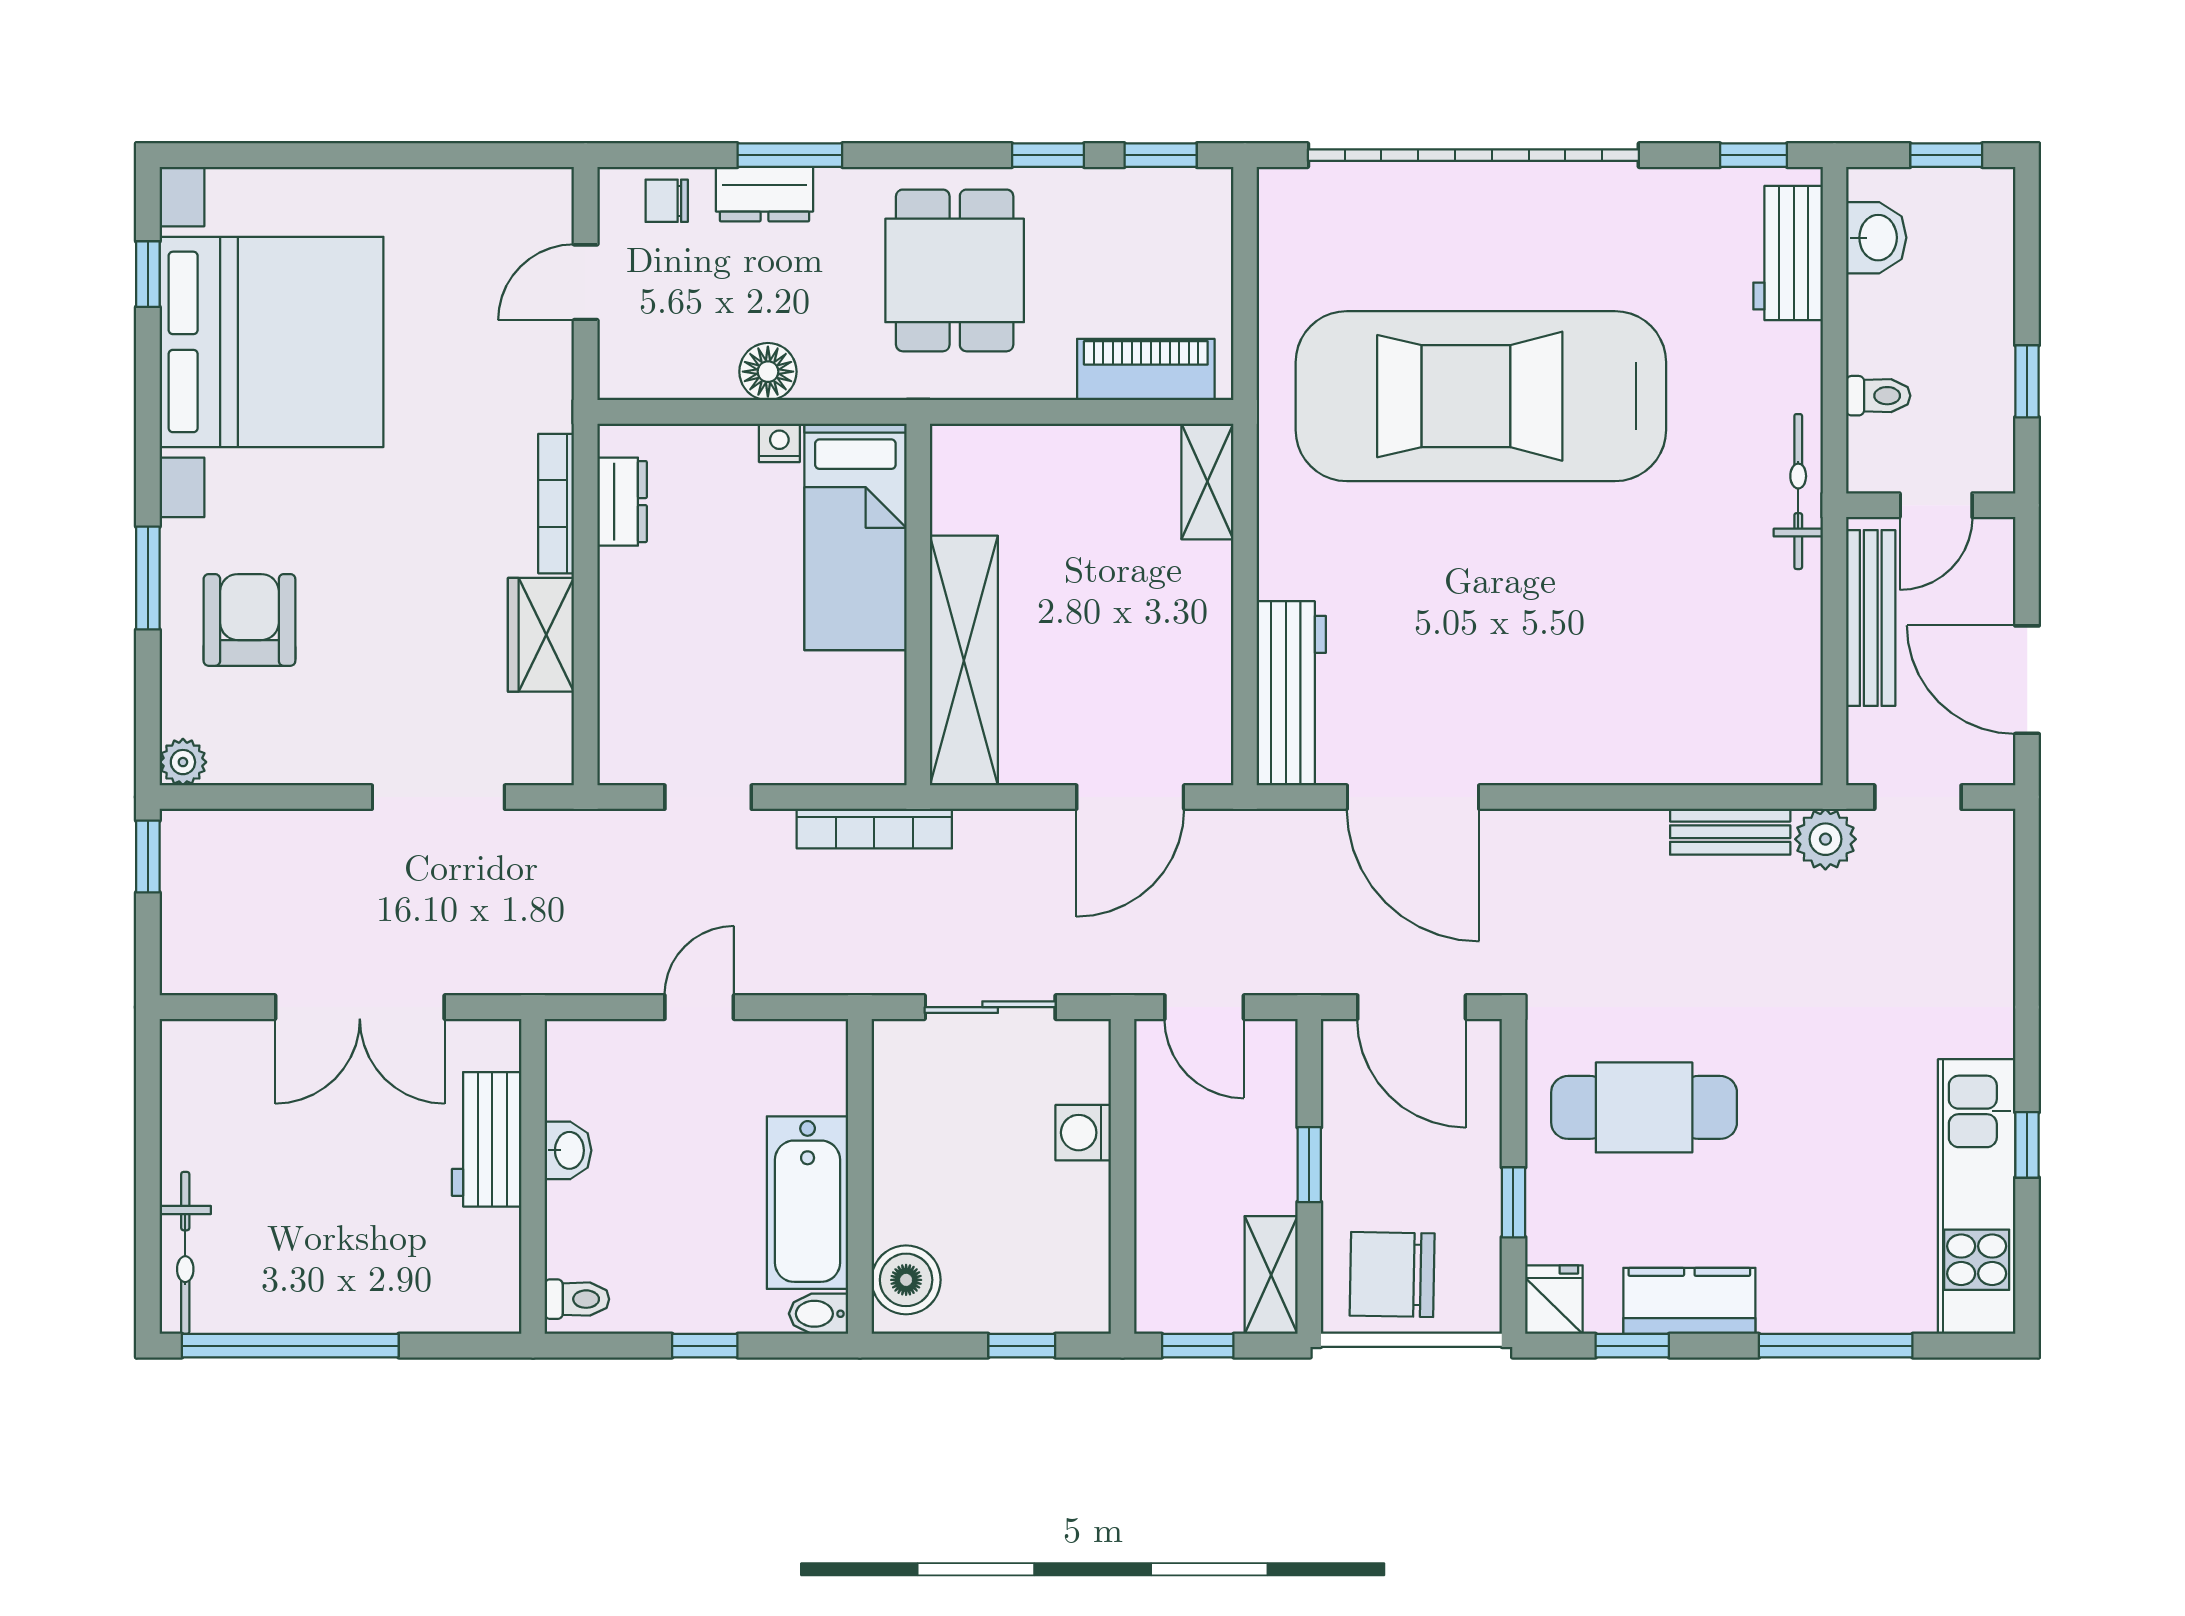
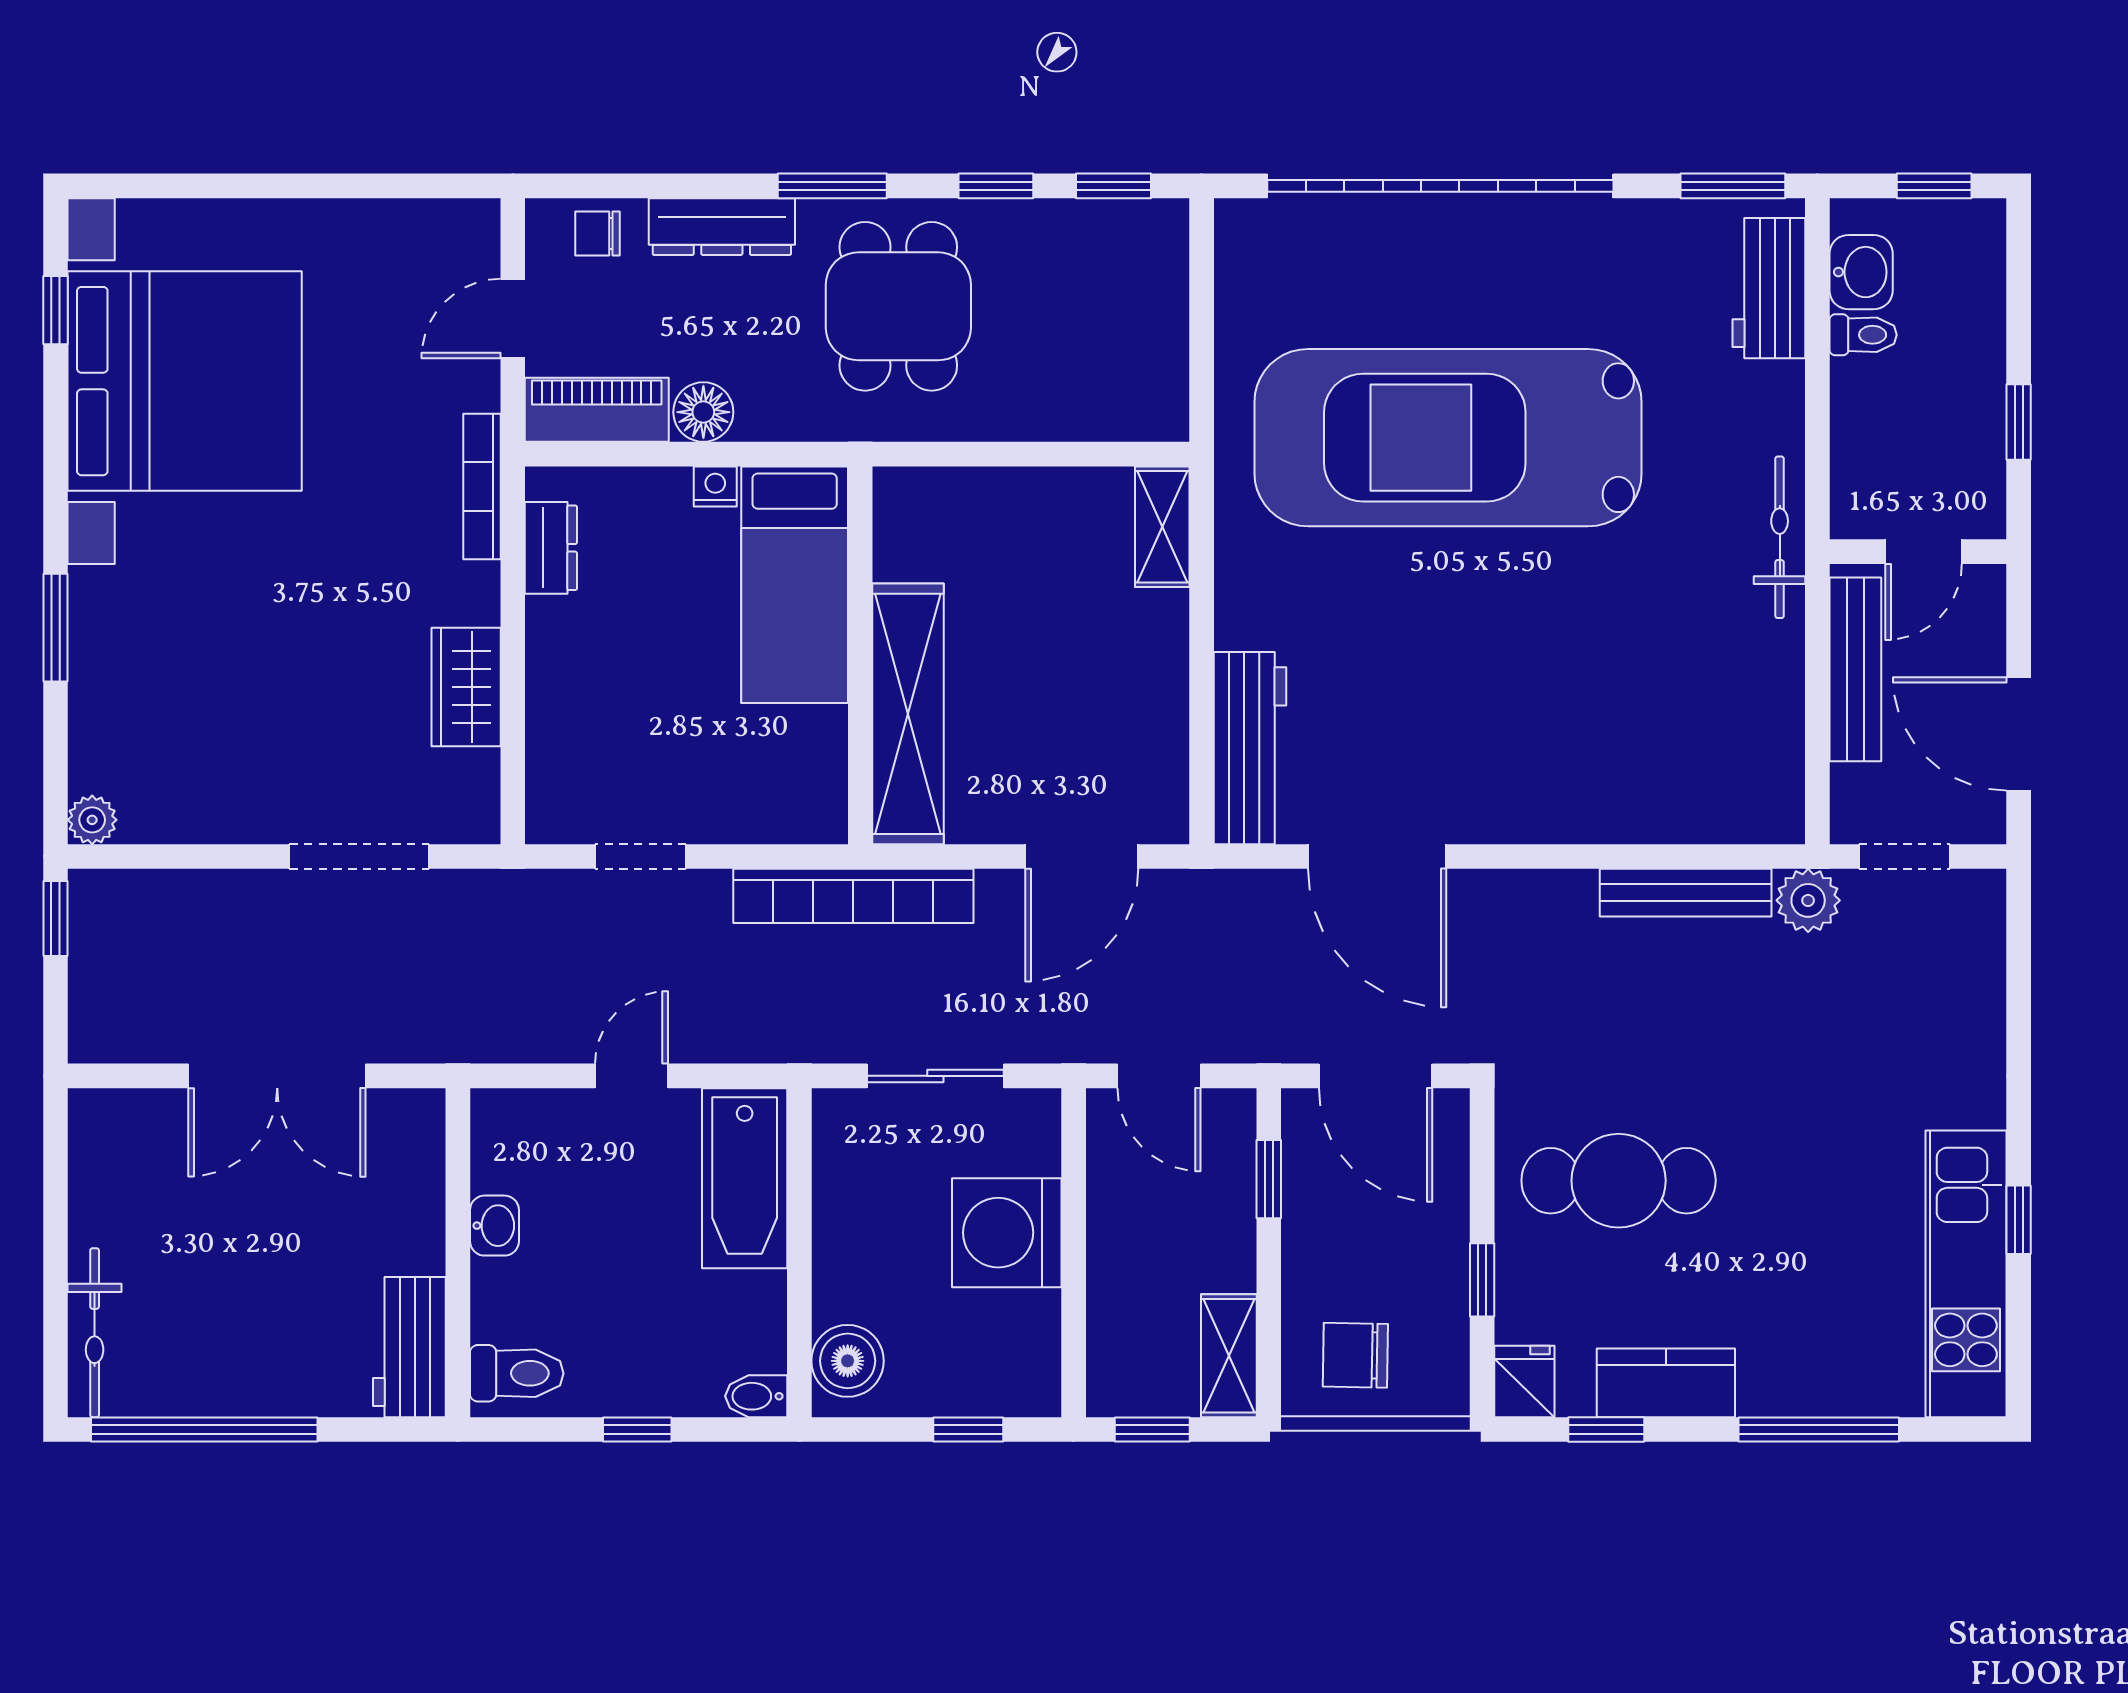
window: (790, 155) -> (832, 186), moved
window: (1753, 155) -> (1733, 186), width x1.50
dresser: (764, 194) -> (722, 227), width x1.44
piano: (1146, 370) -> (597, 410), moved
toilet: (1878, 396) -> (1863, 335), moved
bookcase: (556, 504) -> (482, 487), moved
armchair: (249, 620) -> (162, 671), removed
bookcase: (874, 829) -> (853, 896), width x1.48, depth x1.31
bench: (1730, 832) -> (1686, 893), width x1.36
washing machine: (1083, 1133) -> (1007, 1233), width x1.89, depth x1.89
workbench: (487, 1139) -> (409, 1347), moved
window: (1309, 1165) -> (1269, 1179), moved
bathtub: (808, 1203) -> (745, 1178), moved
chair: (1392, 1274) -> (1355, 1355), width x0.73, depth x0.73
toilet: (577, 1299) -> (517, 1373), width x1.37, depth x1.39

